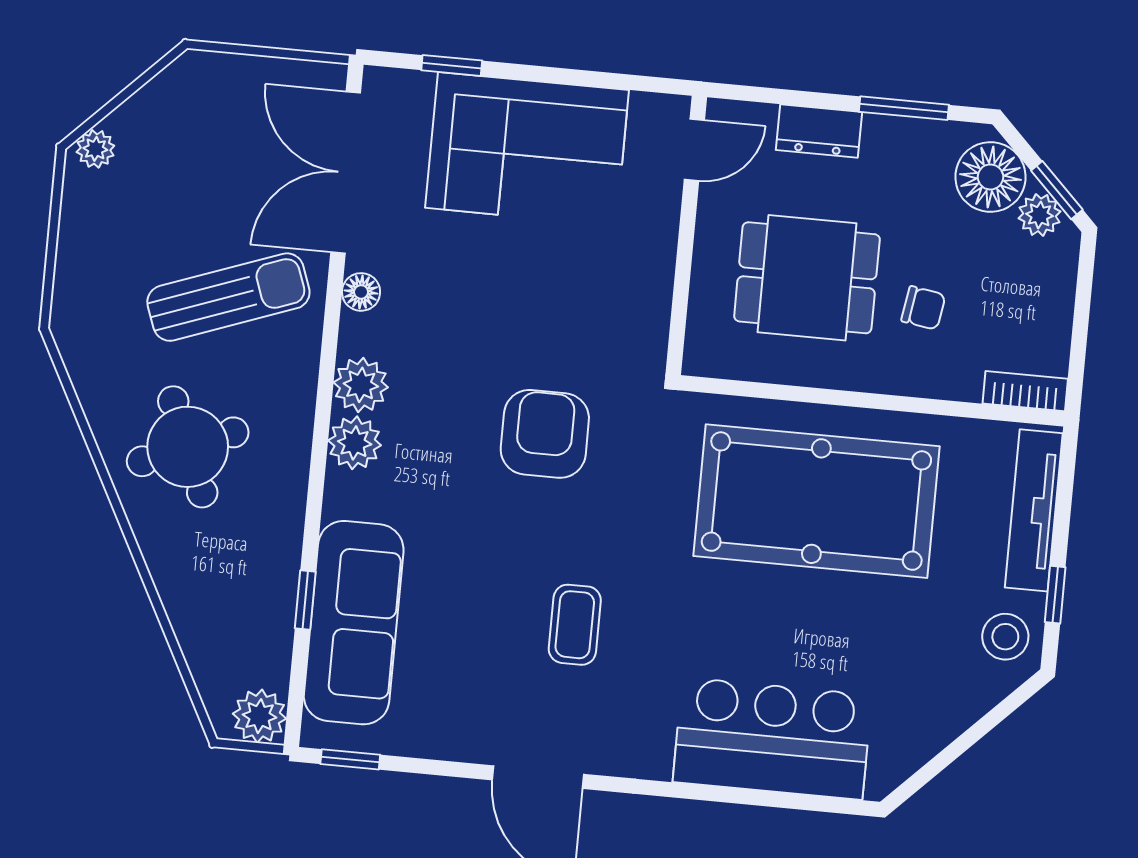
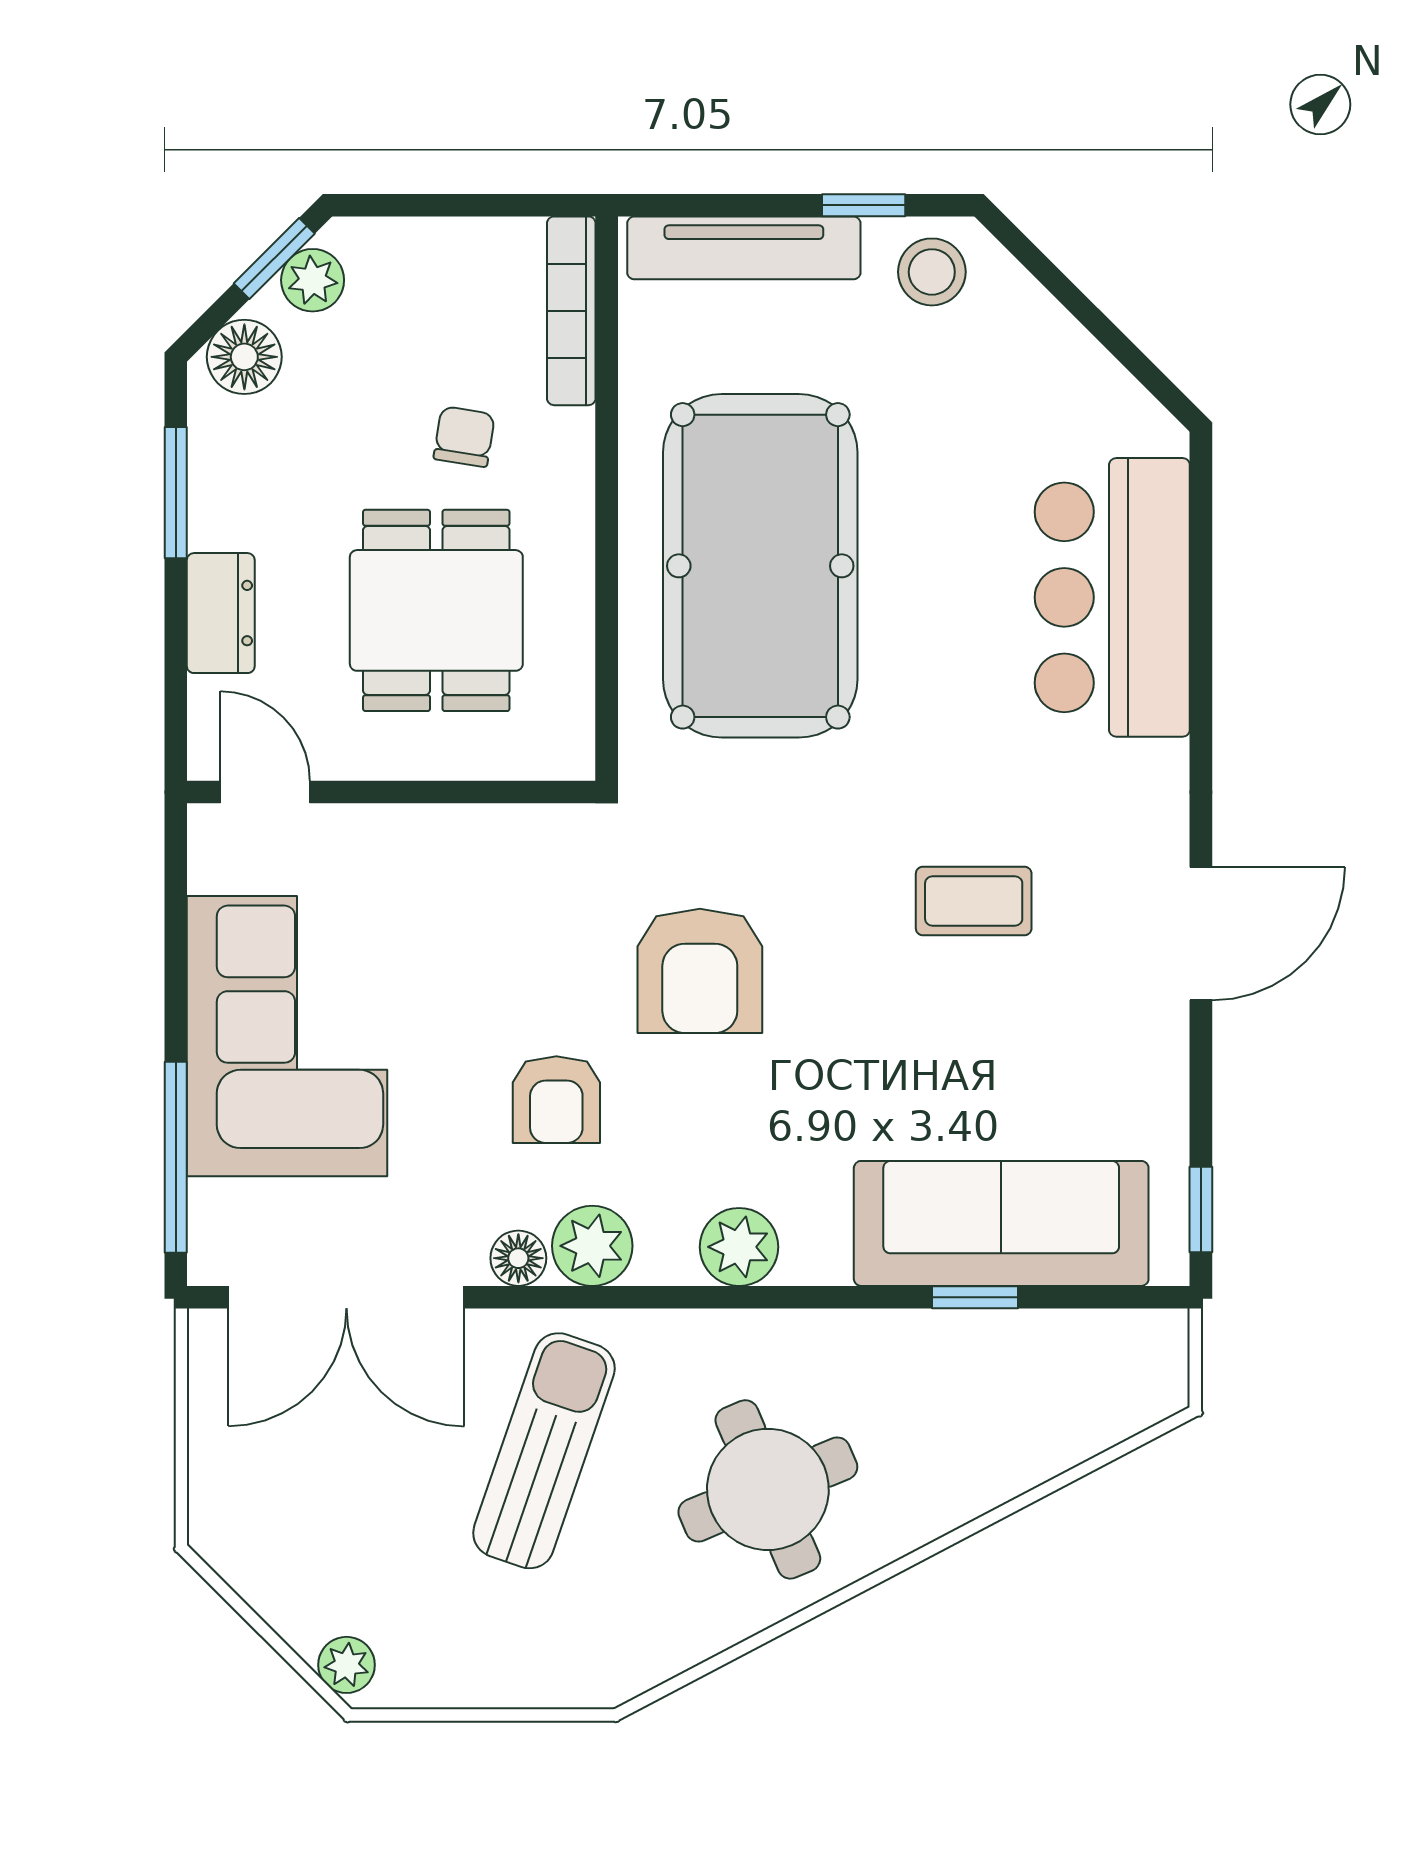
window: (452, 65) -> (176, 1157), width x2.17
floor lamp: (990, 177) -> (244, 357), width x0.73, depth x0.73
sun lounger: (228, 297) -> (544, 1451), turned 39
armchair: (466, 328) -> (556, 1100), added
plant: (361, 385) -> (592, 1246), moved
bookcase: (1025, 391) -> (571, 311), width x1.56
armchair: (545, 434) -> (700, 971), turned -90
plant: (260, 716) -> (1150, 1348), removed

